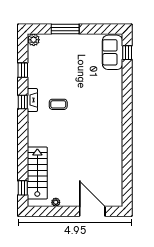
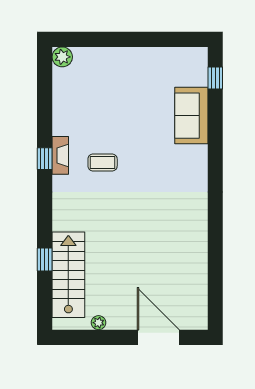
window: (65, 29) -> (114, 39), removed
sofa: (112, 52) -> (191, 116), moved
window: (23, 70) -> (45, 107), removed
window: (23, 188) -> (45, 260), moved

